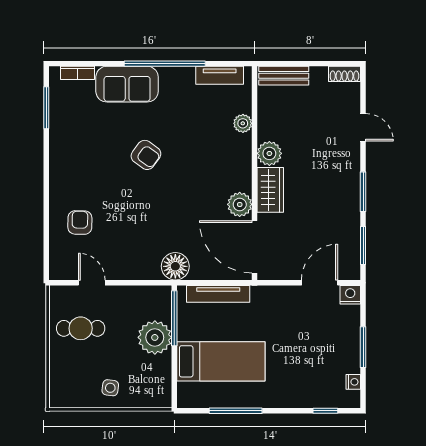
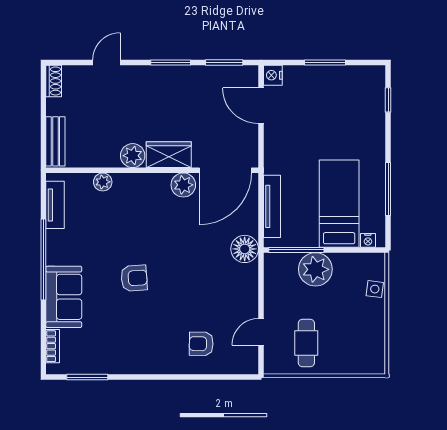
armchair: (146, 155) -> (134, 278), turned 50
nightstand: (353, 382) -> (368, 240), moved, turned 180
side table: (110, 388) -> (375, 289), moved

